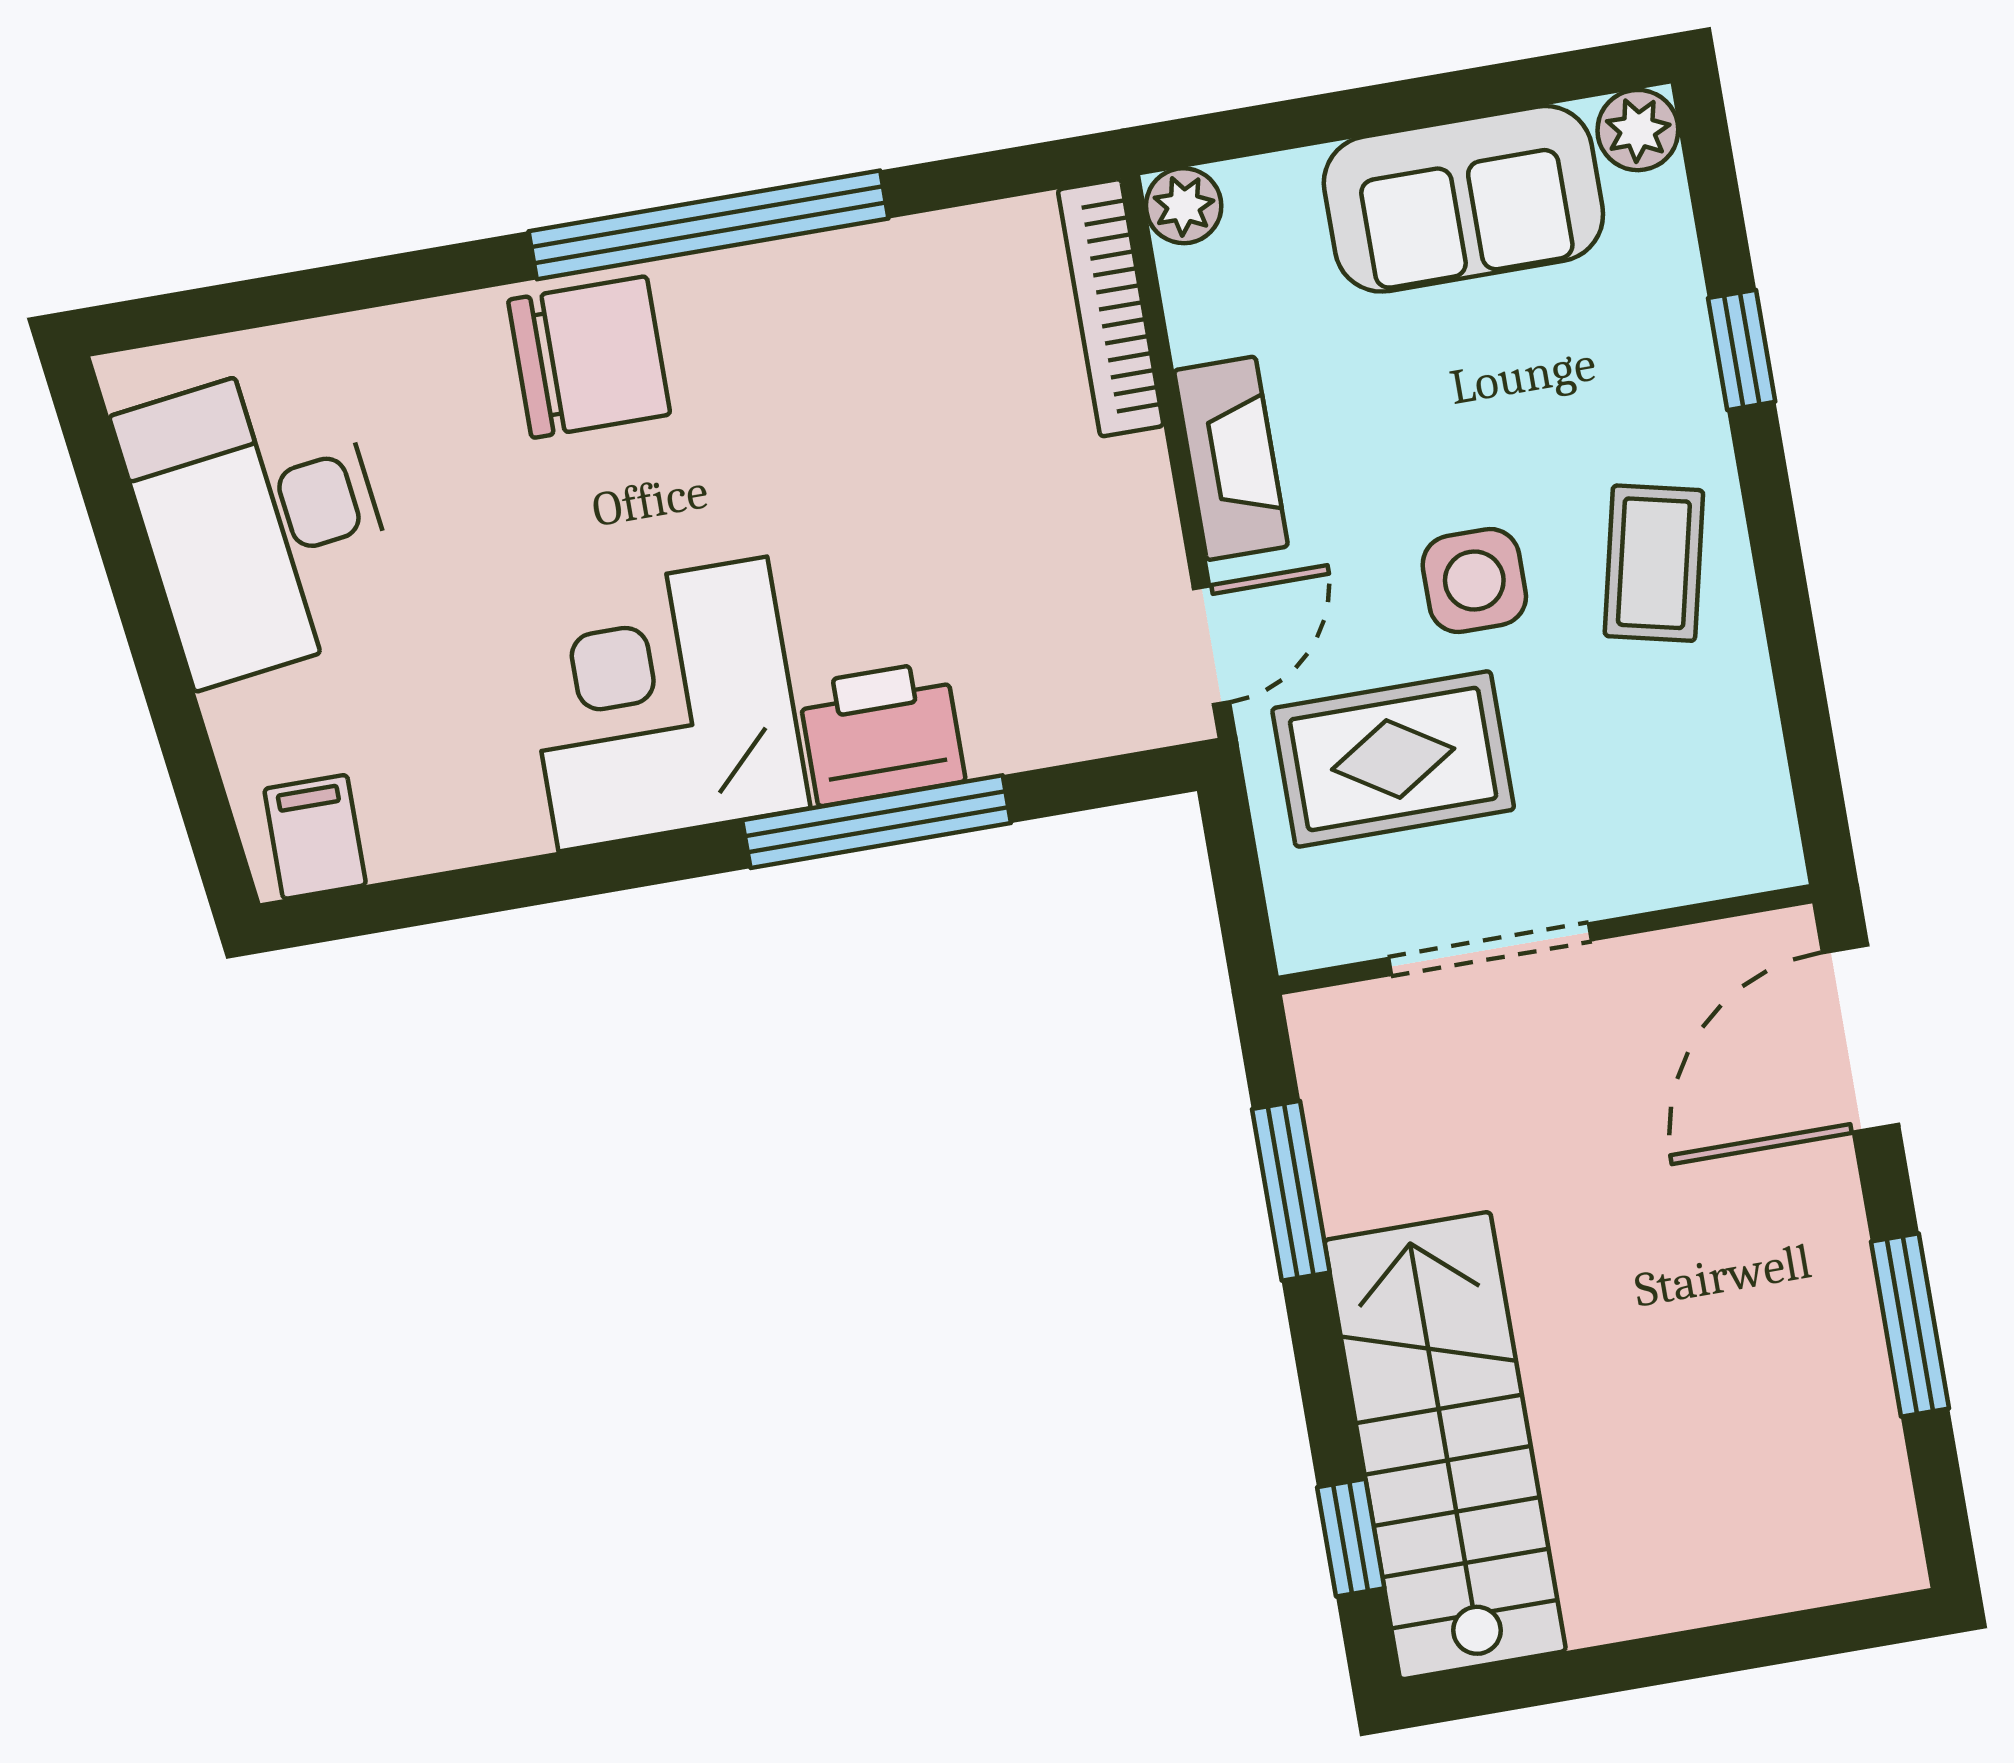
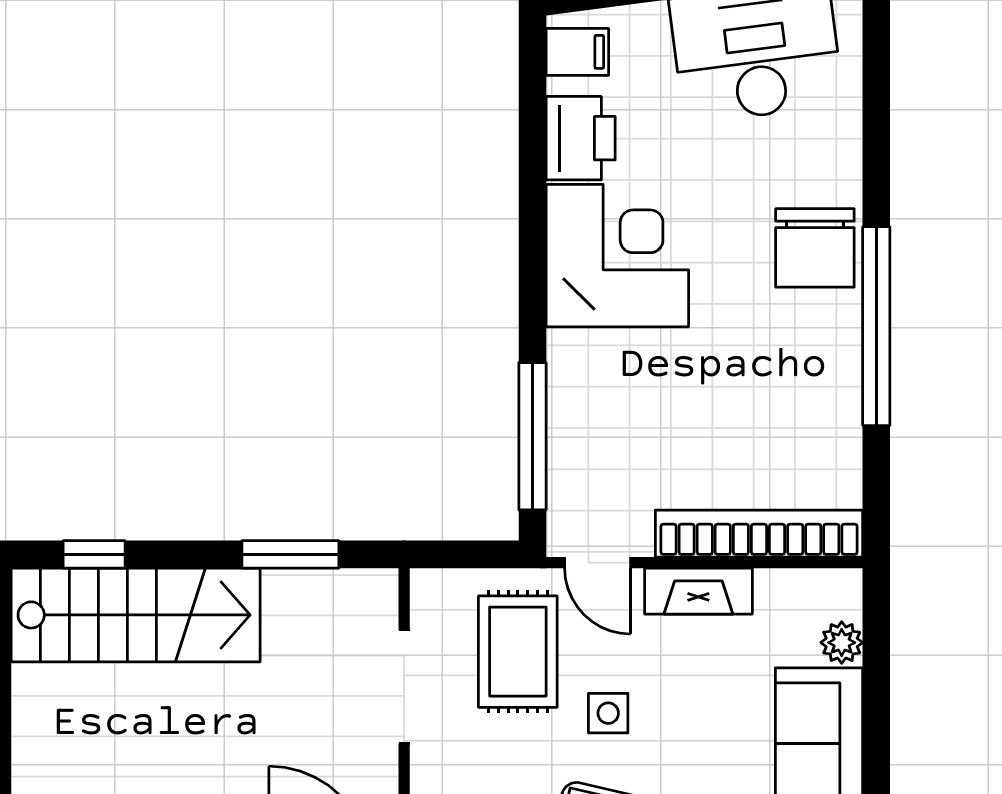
plant: (1184, 206) -> (842, 643), moved
bookcase: (1111, 308) -> (759, 534), width x1.48, depth x1.31
side table: (1474, 581) -> (608, 713), width x0.73, depth x0.73
printer: (882, 733) -> (581, 138), moved
window: (877, 822) -> (532, 436), moved

